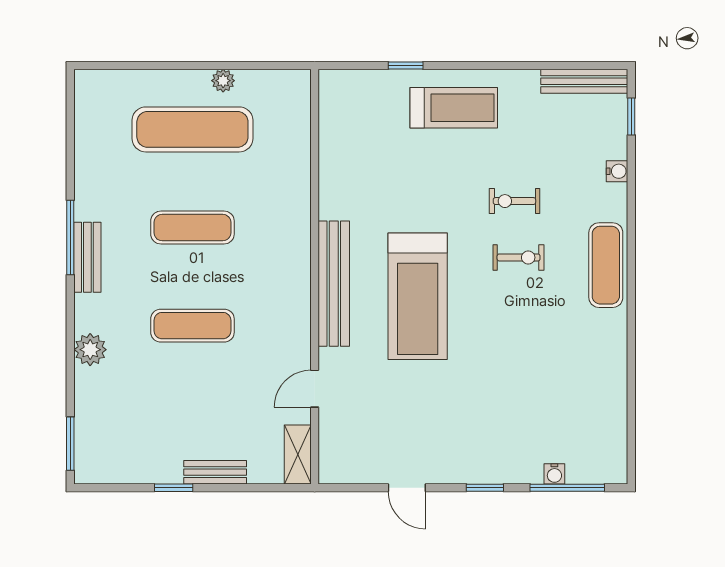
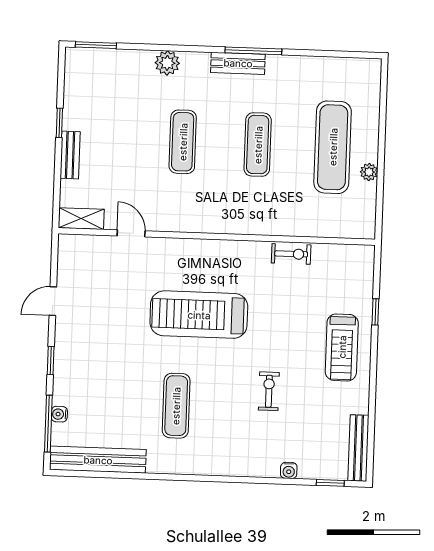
exercise bike: (519, 257) -> (291, 254), moved, turned -90
exercise mat: (606, 265) -> (176, 406), moved, turned 90
bench: (334, 284) -> (98, 460), moved

